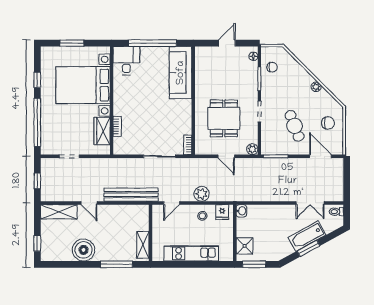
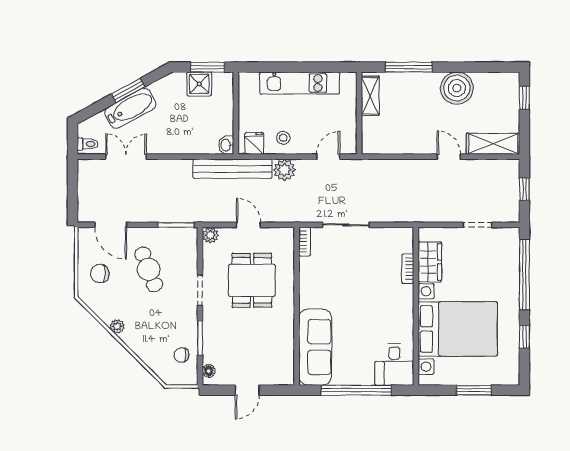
bench: (131, 195) -> (233, 169), moved
shower: (245, 246) -> (199, 84), moved

